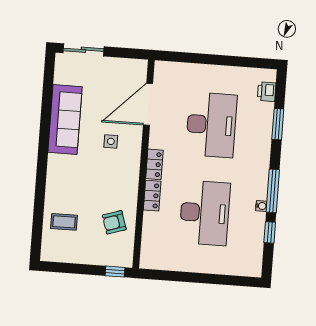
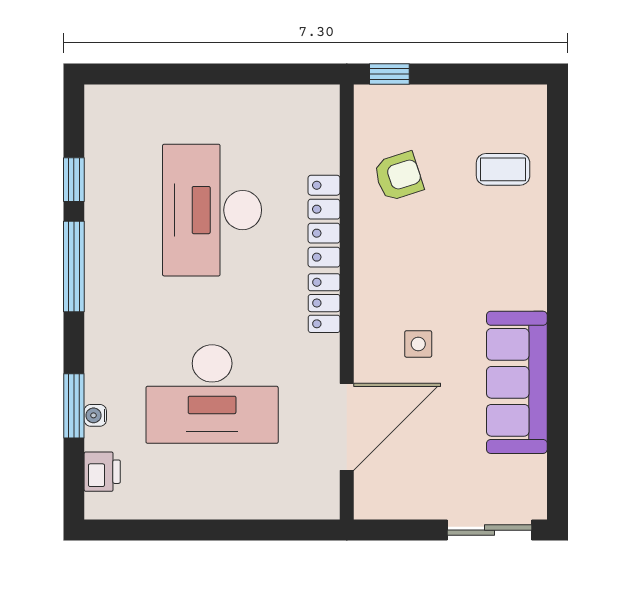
desk: (211, 125) -> (212, 394), turned -90
locker: (152, 196) -> (324, 221), width x1.53
water cooler: (261, 206) -> (95, 415), moved

